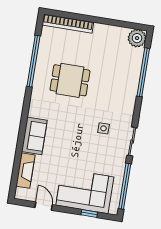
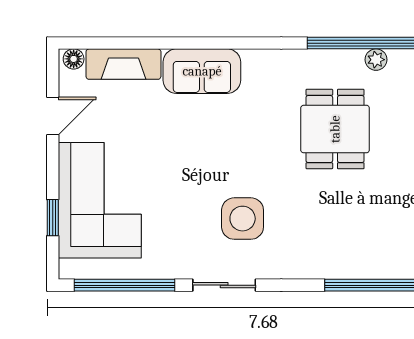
plant: (42, 57) -> (376, 60), added
side table: (103, 128) -> (243, 219), width x1.87, depth x1.87
floor lamp: (20, 193) -> (74, 59), added

